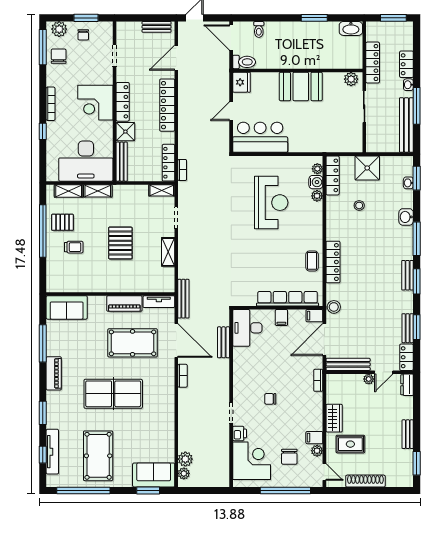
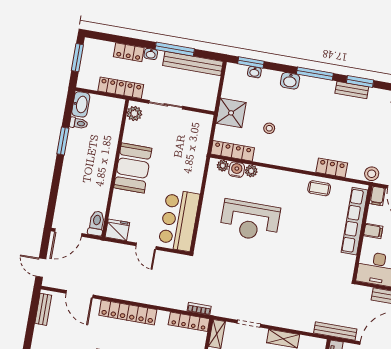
toilet: (259, 29) -> (79, 123), moved
reception desk: (271, 203) -> (250, 221), turned 180
locker: (333, 262) -> (332, 168), width x0.66

